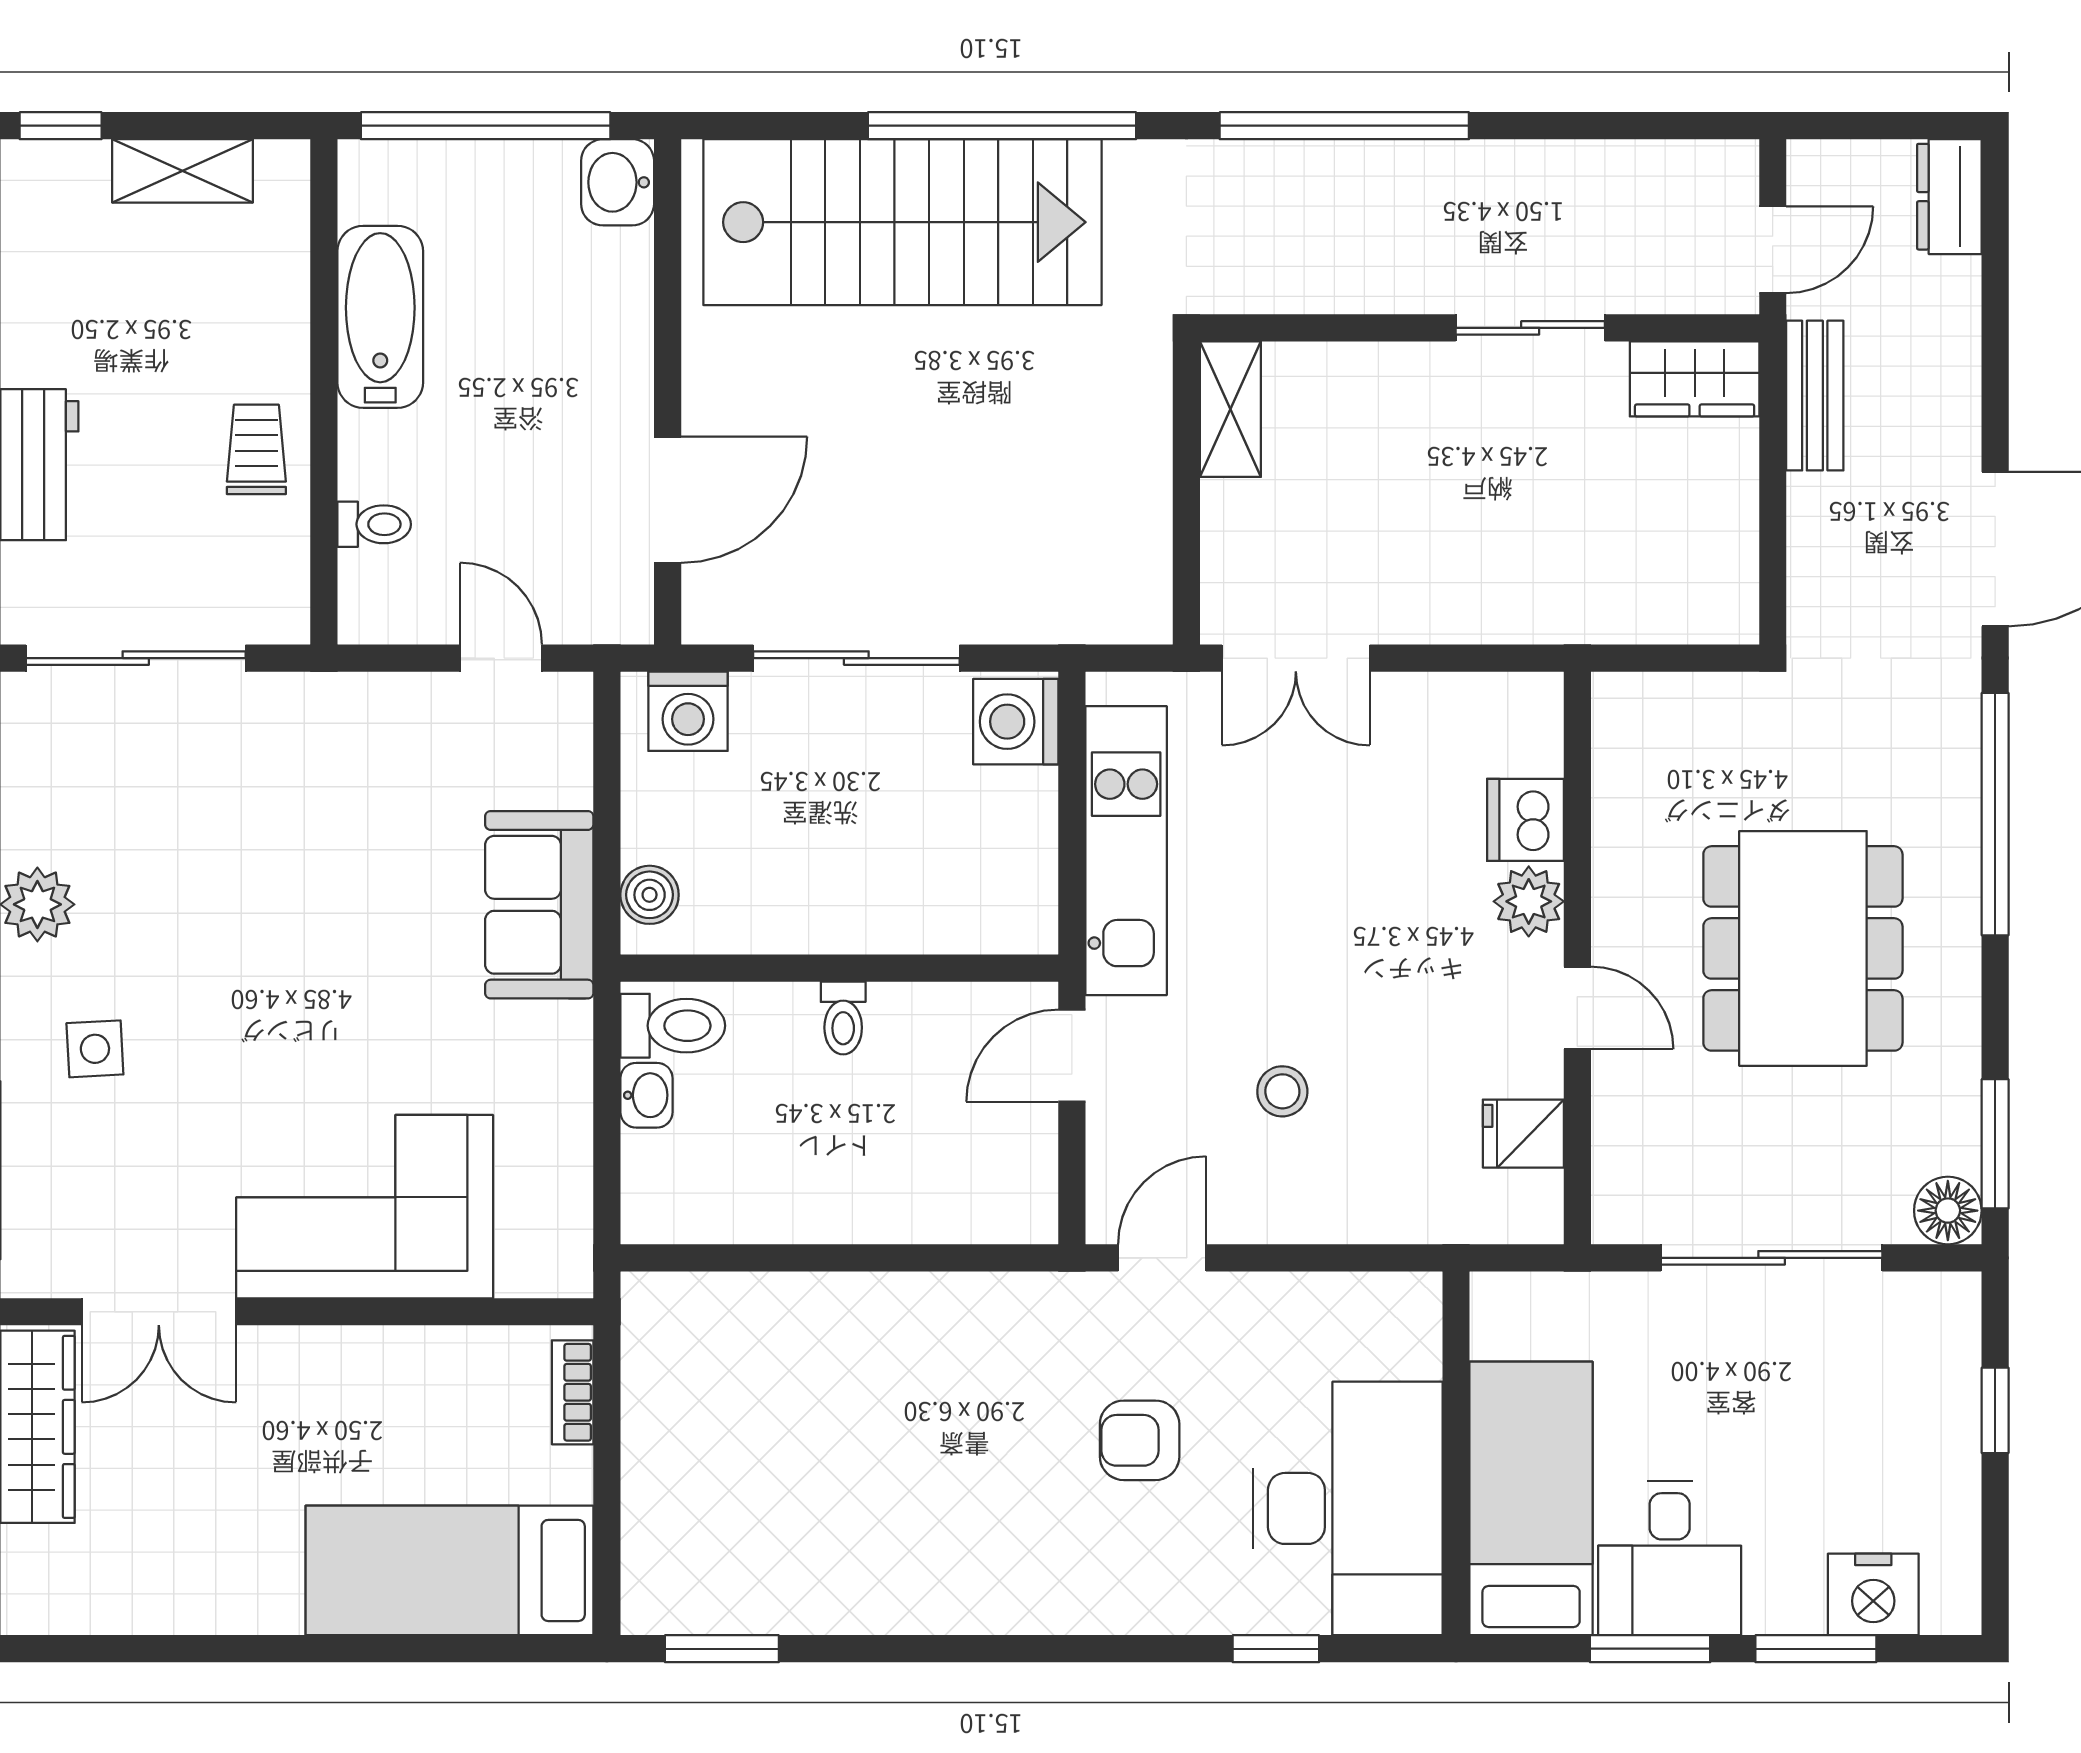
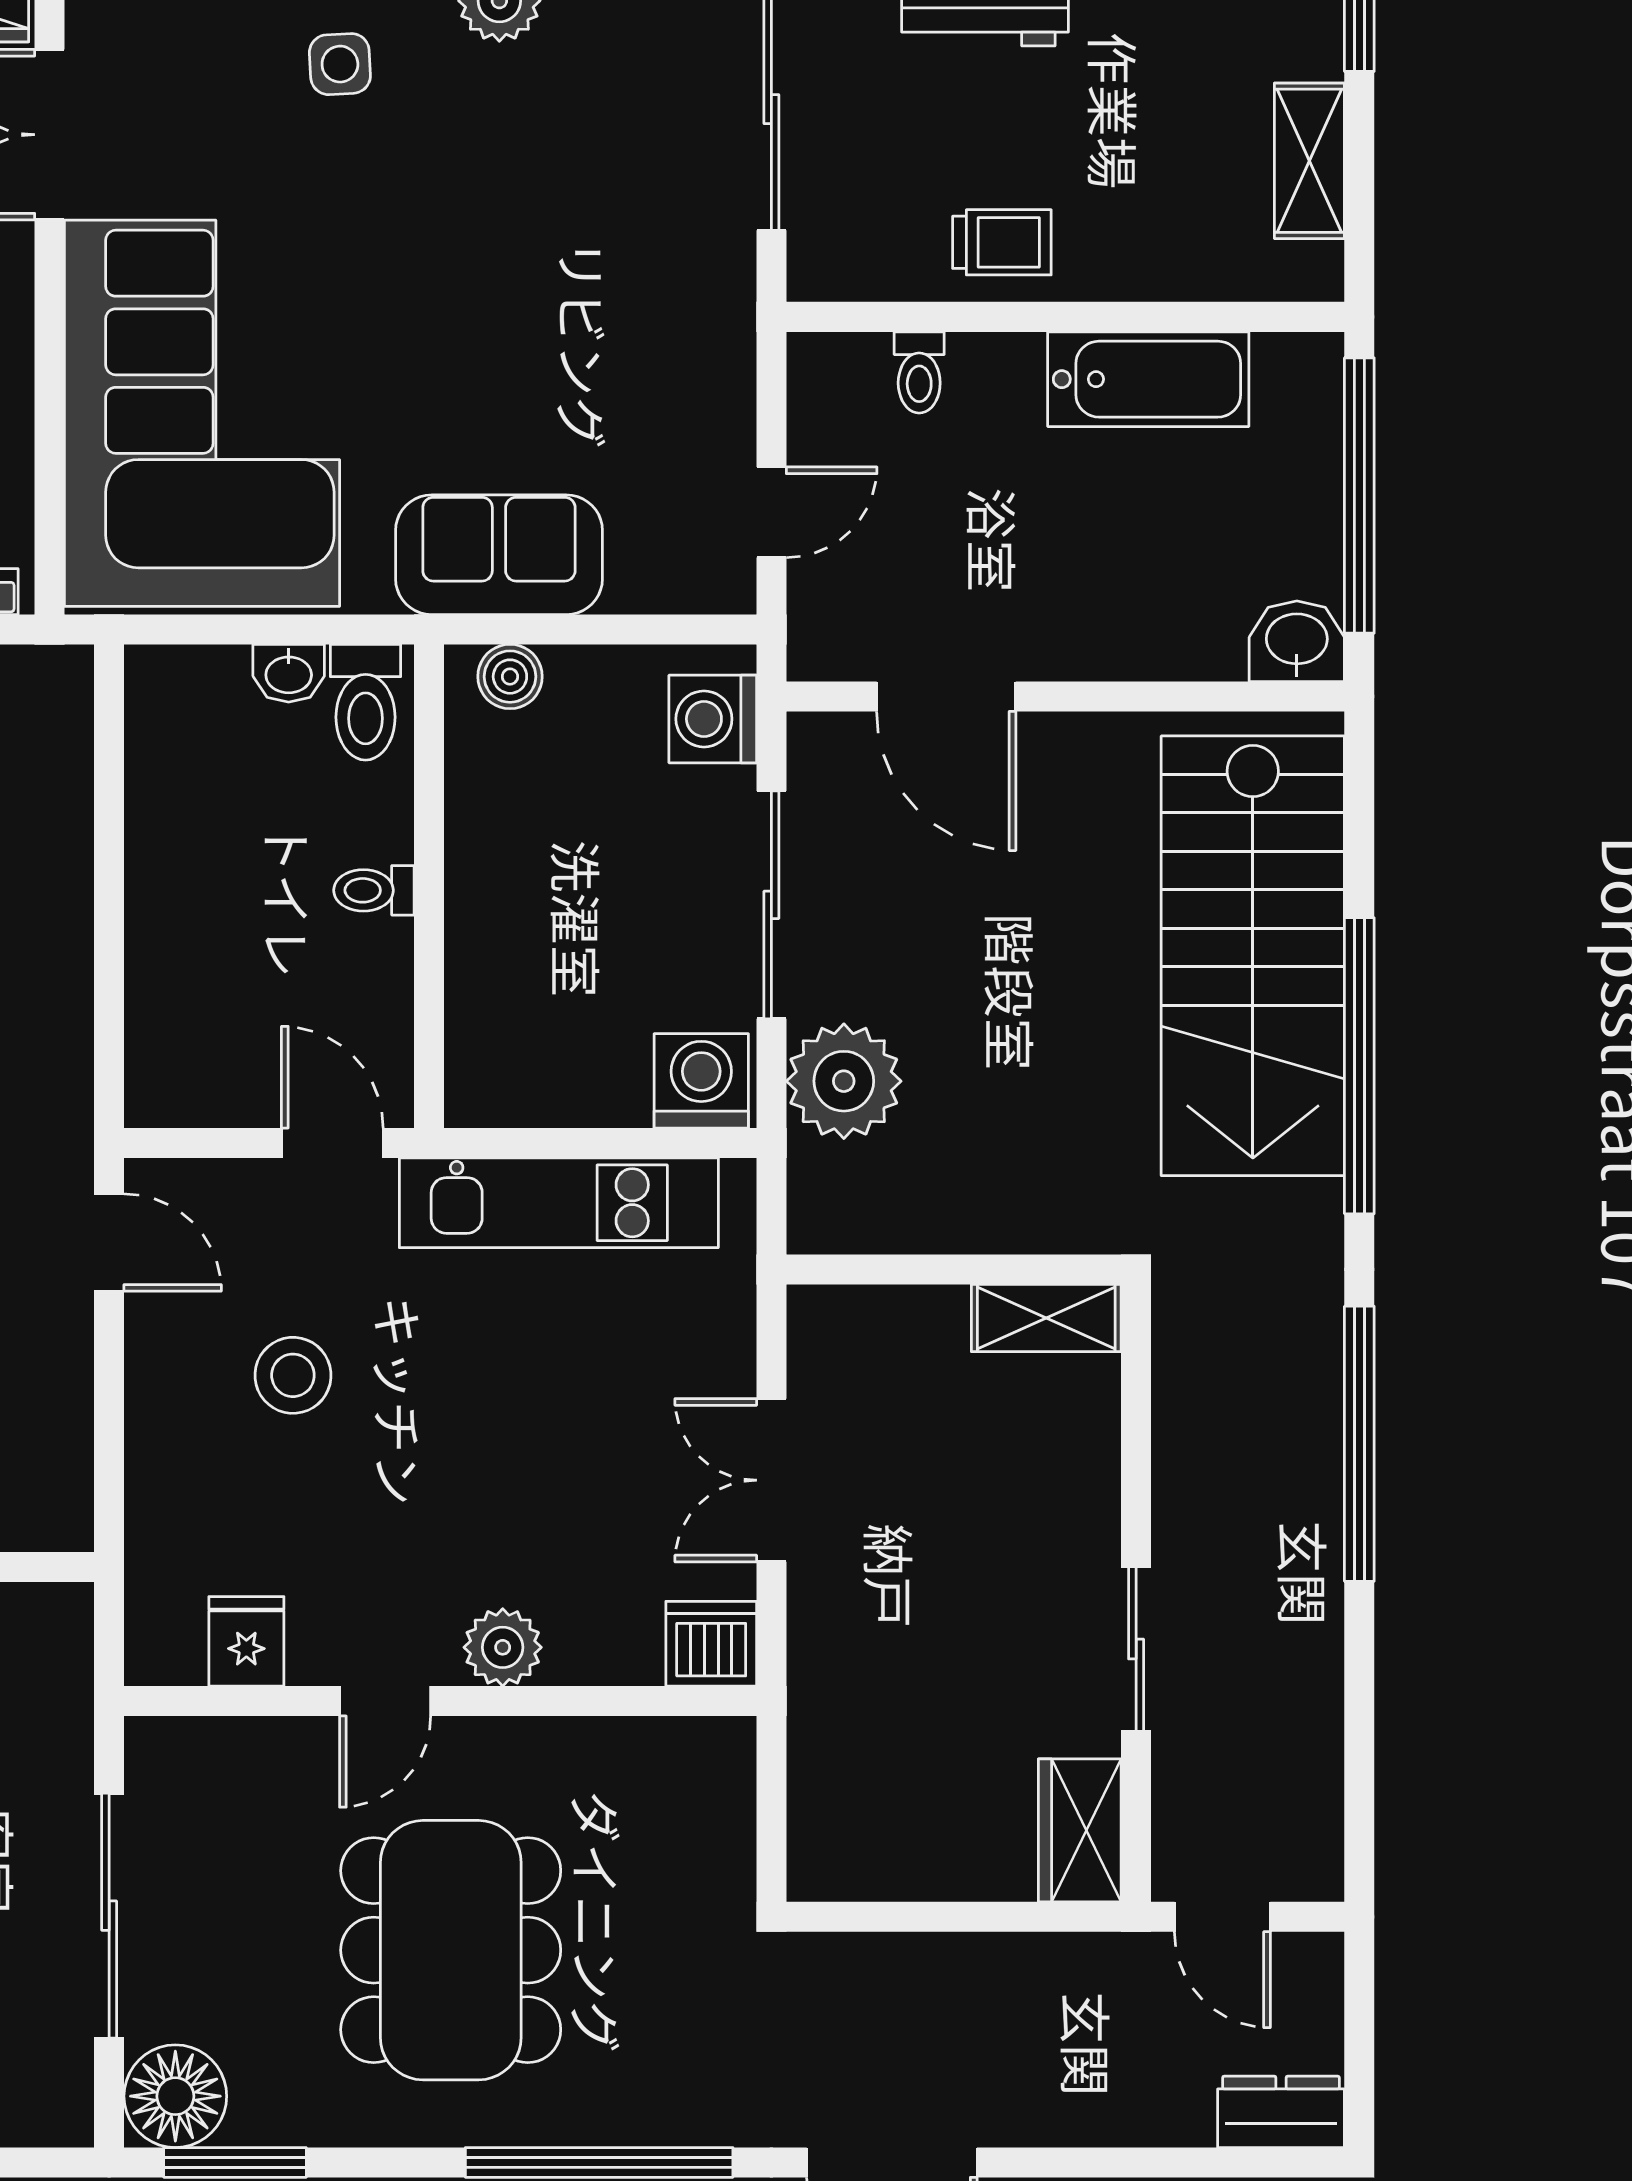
bench: (1815, 396) -> (1061, 1963), removed
plant: (1016, 593) -> (844, 1081), added
double door: (1296, 658) -> (771, 1480), moved
dishwasher: (1525, 820) -> (711, 1644), moved
dining table: (1803, 948) -> (451, 1950), turned 90
stool: (1282, 1091) -> (293, 1375), width x1.37, depth x1.37
corner sofa: (365, 1207) -> (202, 413), width x1.36, depth x1.36
floor lamp: (1948, 1211) -> (175, 2096), width x1.38, depth x1.38

